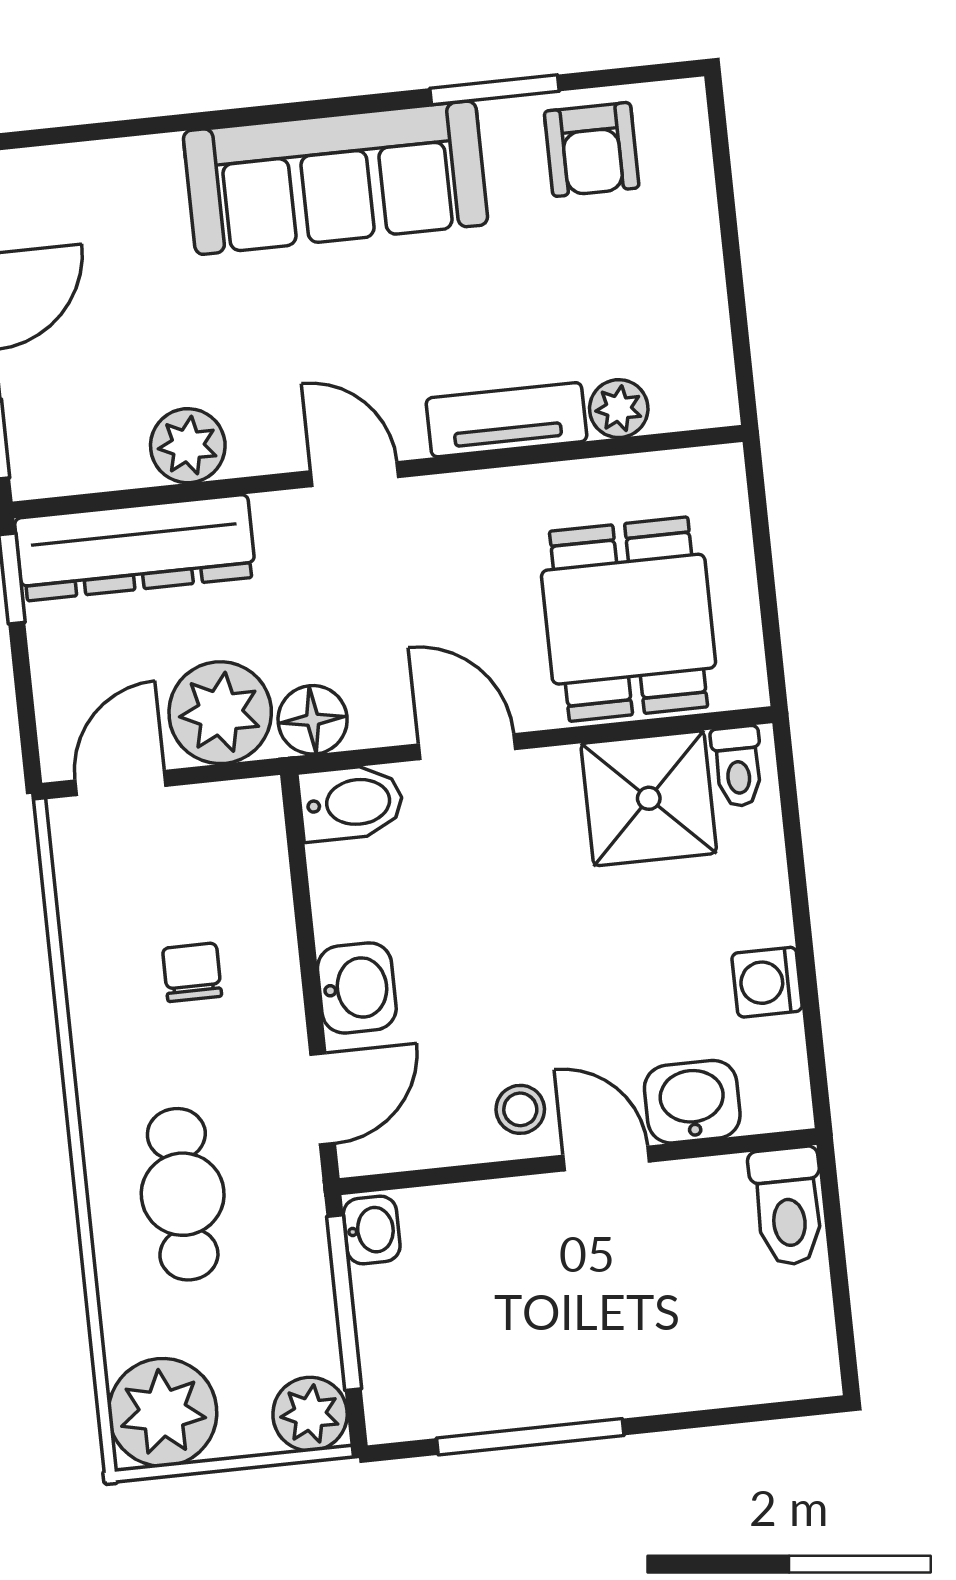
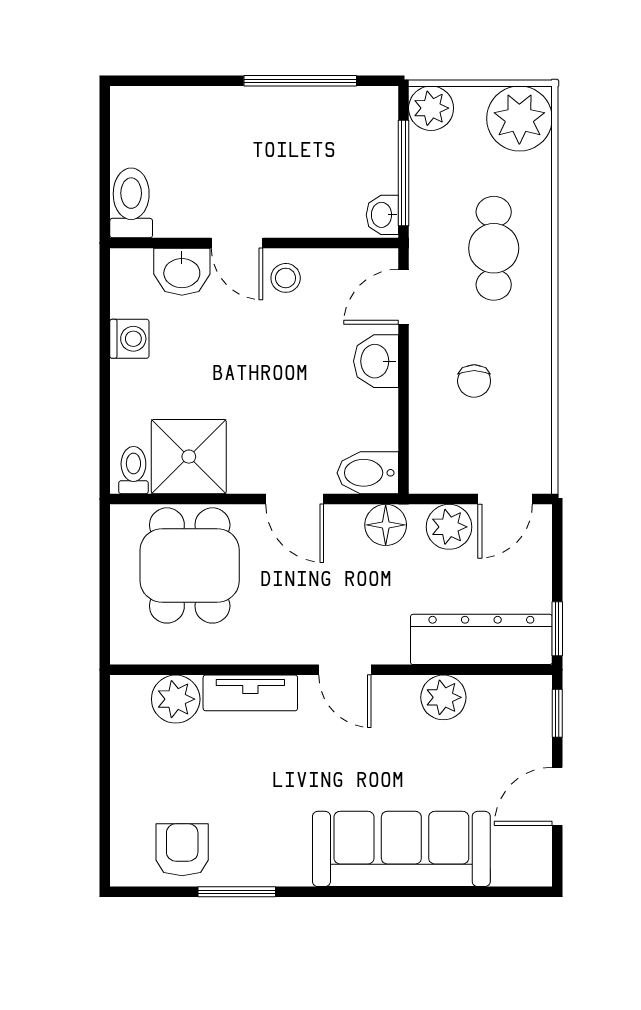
sofa: (336, 178) -> (401, 849), moved
plant: (619, 409) -> (176, 699), width x1.38, depth x1.38
plant: (220, 713) -> (449, 527), width x0.73, depth x0.73

